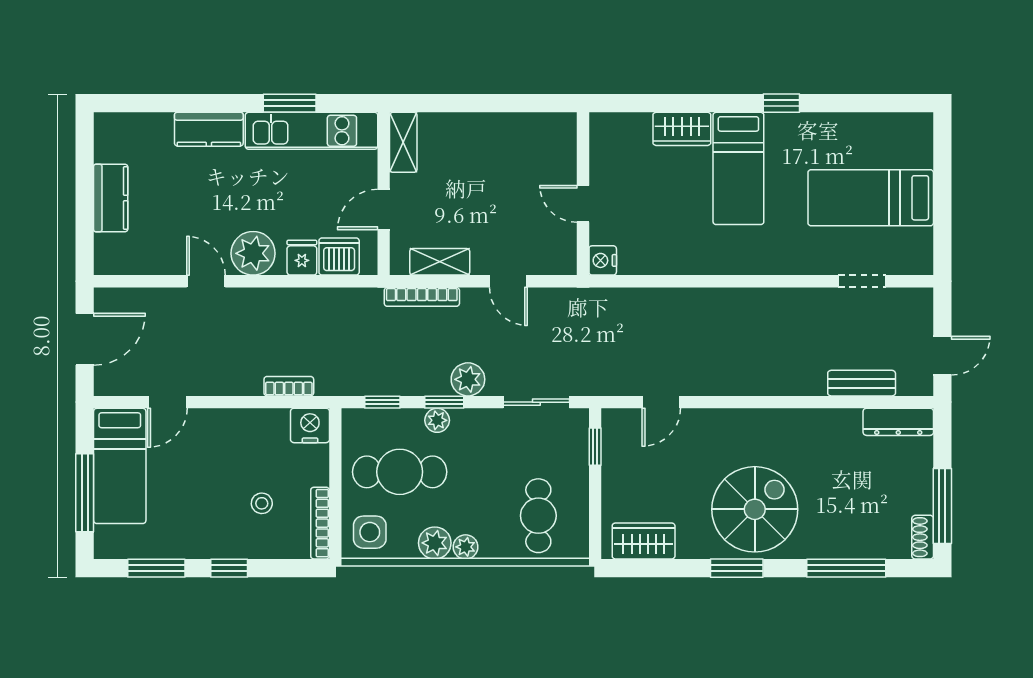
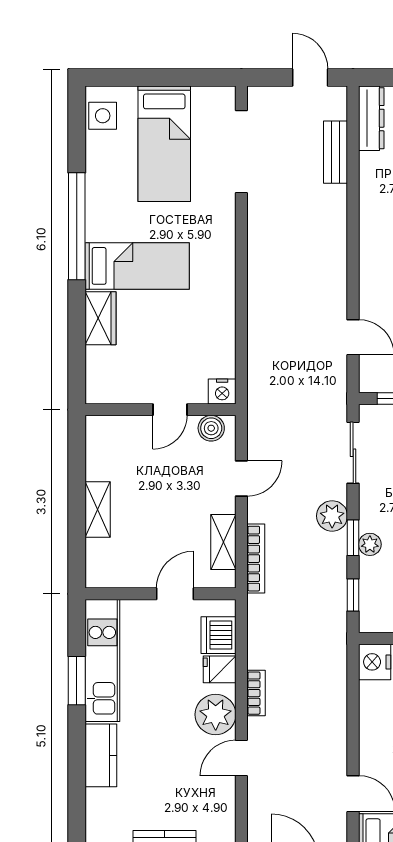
window: (781, 103) -> (77, 226), width x3.17
side table: (901, 131) -> (103, 116), added
shelving: (403, 142) -> (98, 510), moved, turned 90
door: (384, 210) -> (175, 594), swing flipped
boiler: (563, 249) -> (211, 428), added
doorway: (862, 281) -> (241, 152), width x1.88
bookcase: (289, 386) -> (256, 693), moved, turned 180

